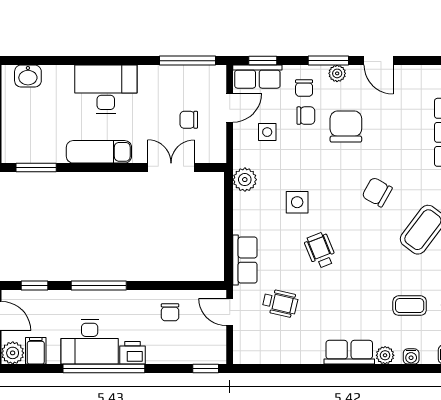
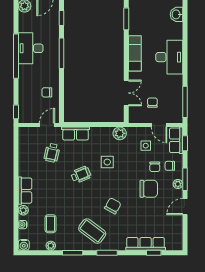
filing cabinet: (36, 351) -> (26, 19), removed
printer: (132, 353) -> (25, 72), removed

